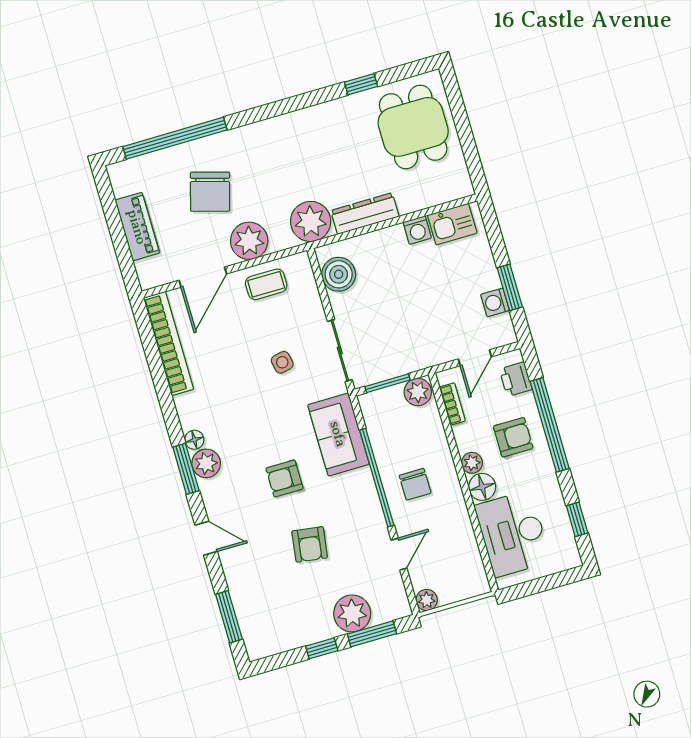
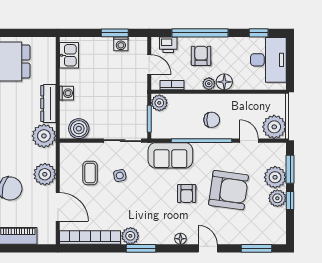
washing machine: (417, 230) -> (67, 93), moved
coffee table: (266, 284) -> (90, 173), moved
floor lamp: (194, 440) -> (180, 239), moved
plant: (206, 463) -> (130, 236), moved
window: (186, 469) -> (141, 248), moved
desk: (513, 534) -> (268, 60), moved, turned -90
door: (206, 538) -> (208, 248), hinge flipped
armchair: (310, 544) -> (229, 190), width x1.88, depth x1.88
plant: (427, 600) -> (274, 127), width x1.88, depth x1.88
plant: (319, 627) -> (277, 198), added

